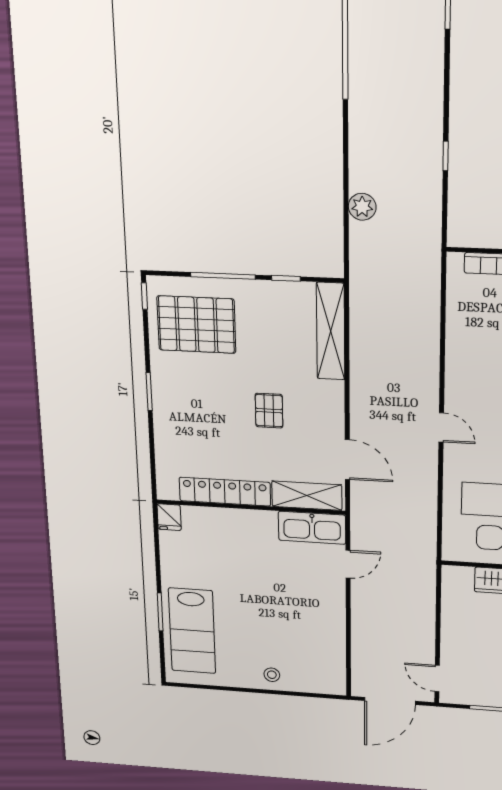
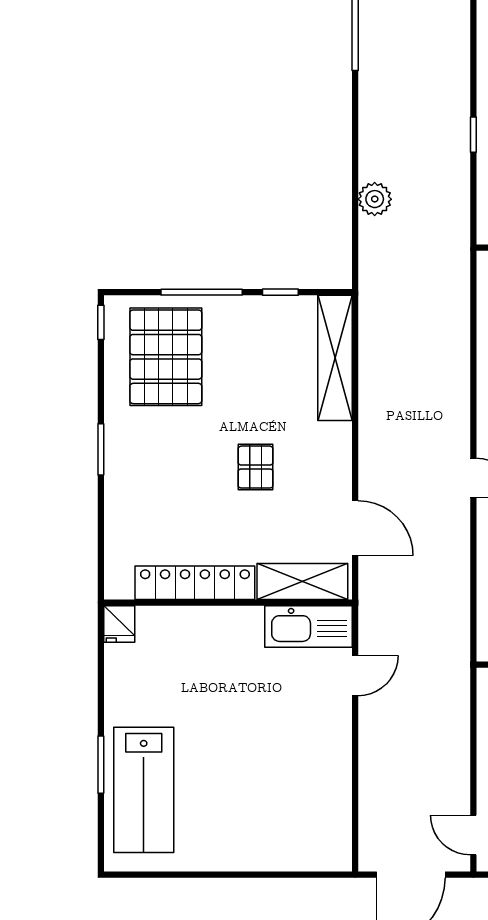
pallet: (196, 325) -> (166, 357), turned 90
stool: (272, 675) -> (251, 848), removed

